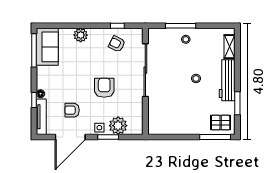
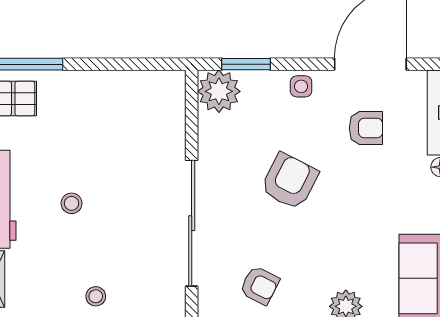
armchair: (104, 88) -> (289, 181), turned -153
plant: (118, 126) -> (219, 91), moved
window: (108, 137) -> (246, 64), moved

